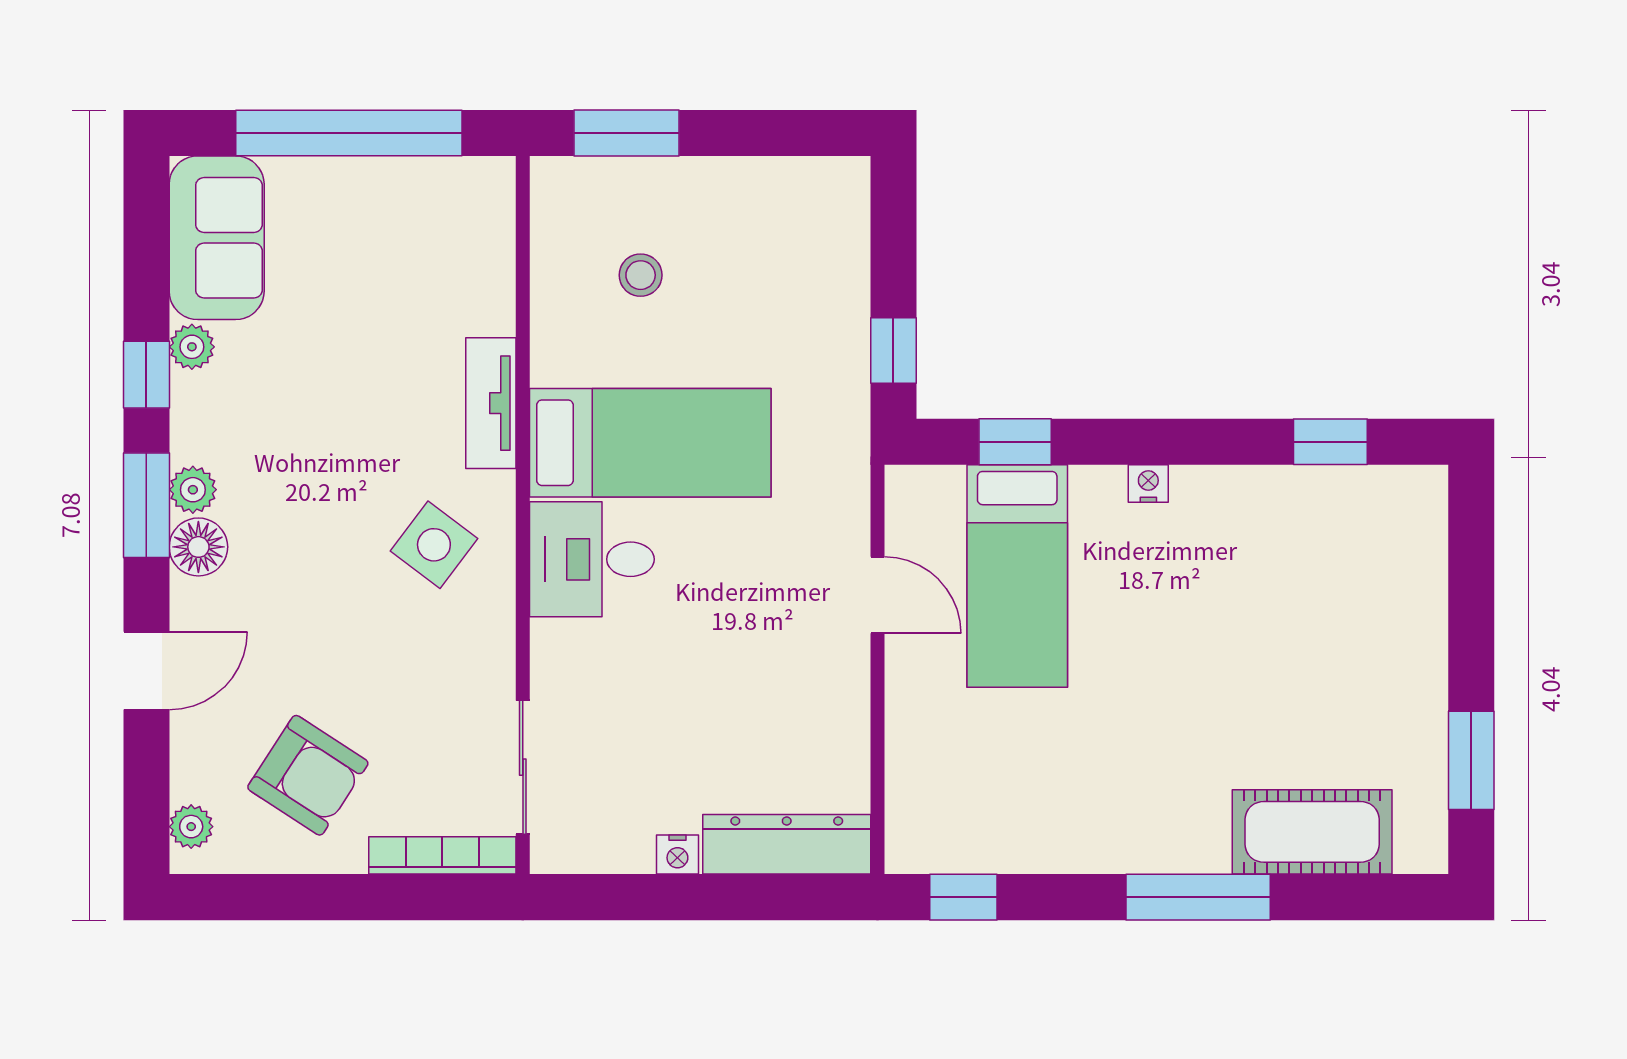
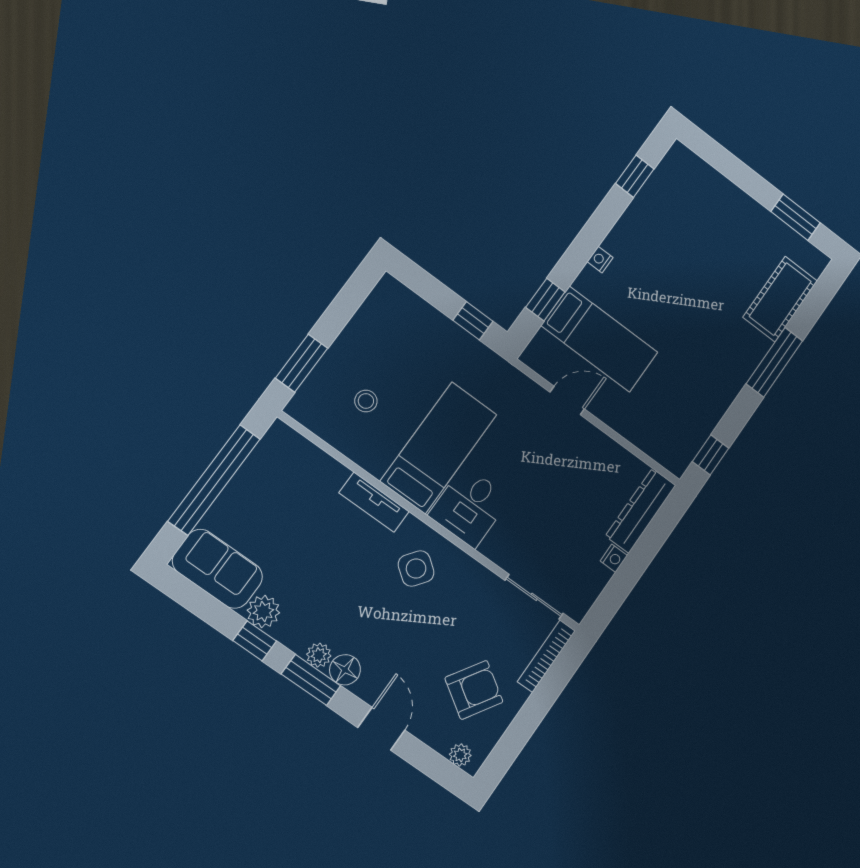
plant: (192, 347) -> (263, 612), width x1.38, depth x1.38

